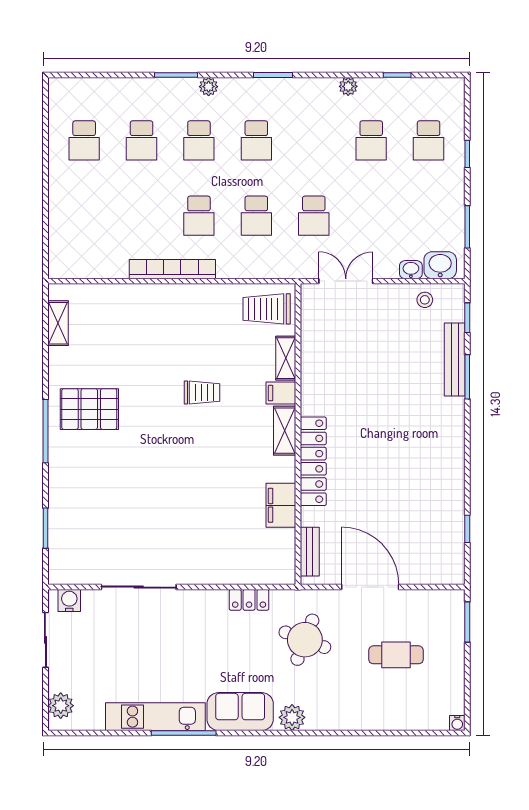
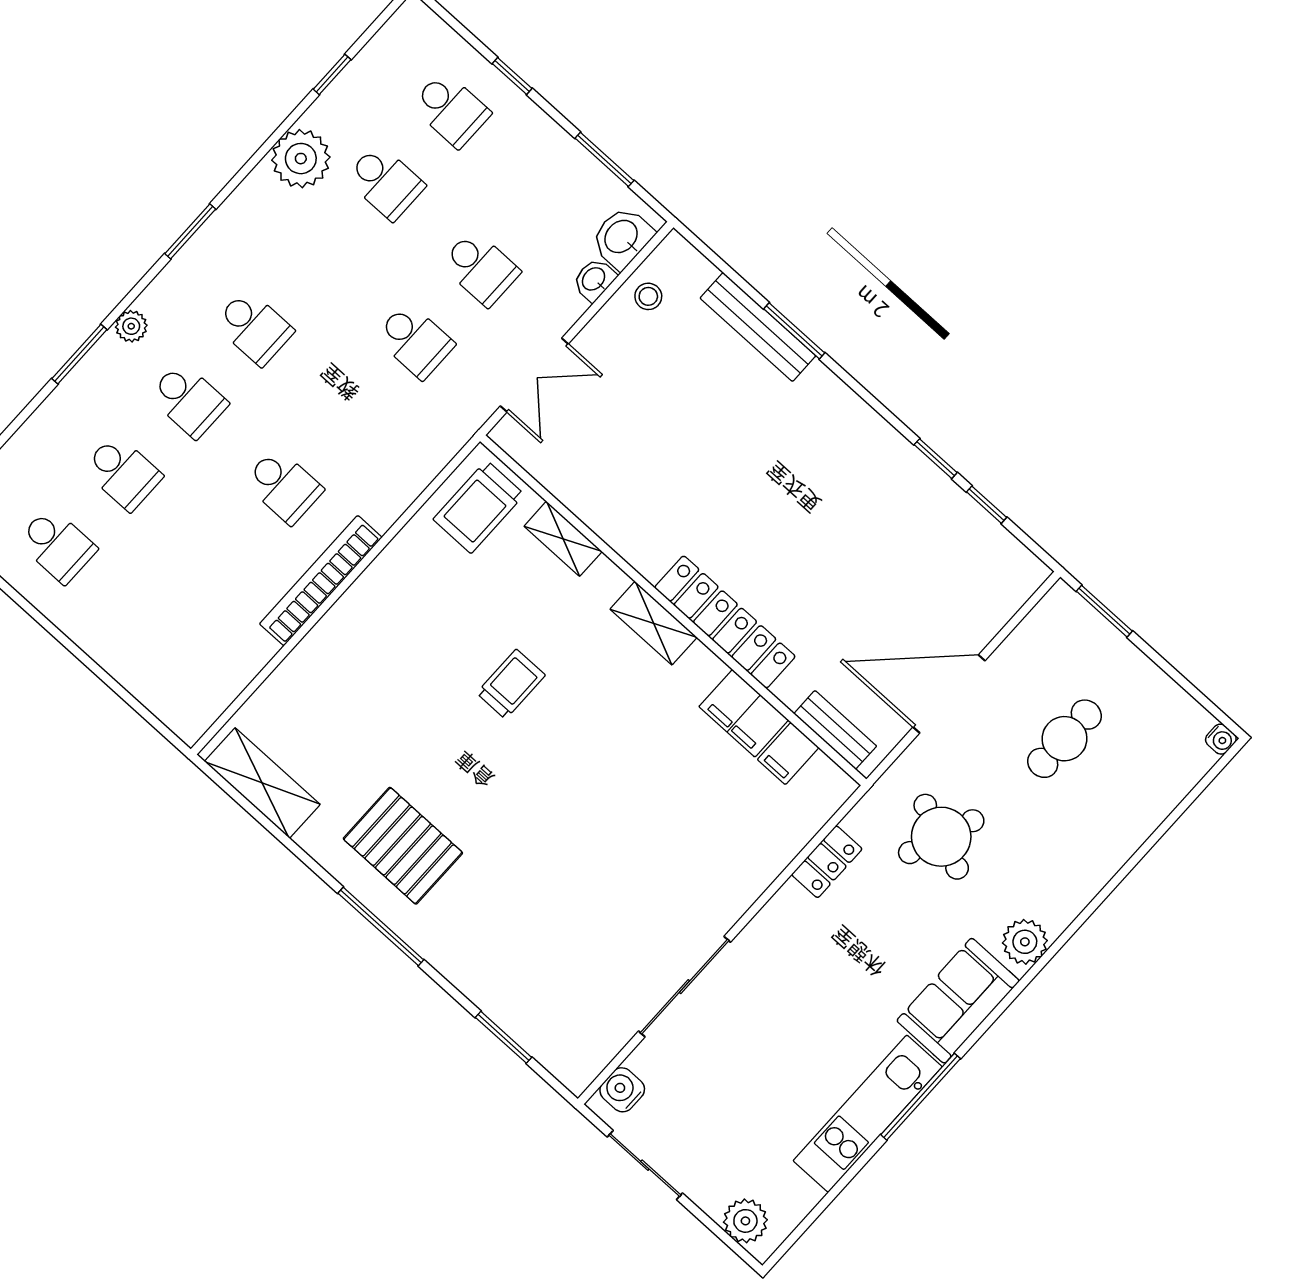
plant: (348, 86) -> (301, 159), width x1.87, depth x1.87
school desk: (256, 216) -> (480, 268), moved
double door: (346, 281) -> (534, 375), swing flipped
window: (467, 318) -> (936, 459), moved
shelving: (58, 323) -> (262, 783), width x1.50, depth x1.33
filing cabinet: (281, 393) -> (788, 754), moved
pallet: (89, 409) -> (403, 846), turned 90

